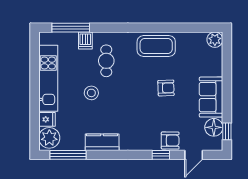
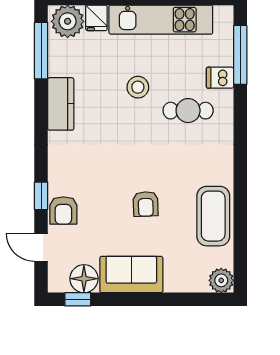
coffee table: (156, 46) -> (213, 216), moved

